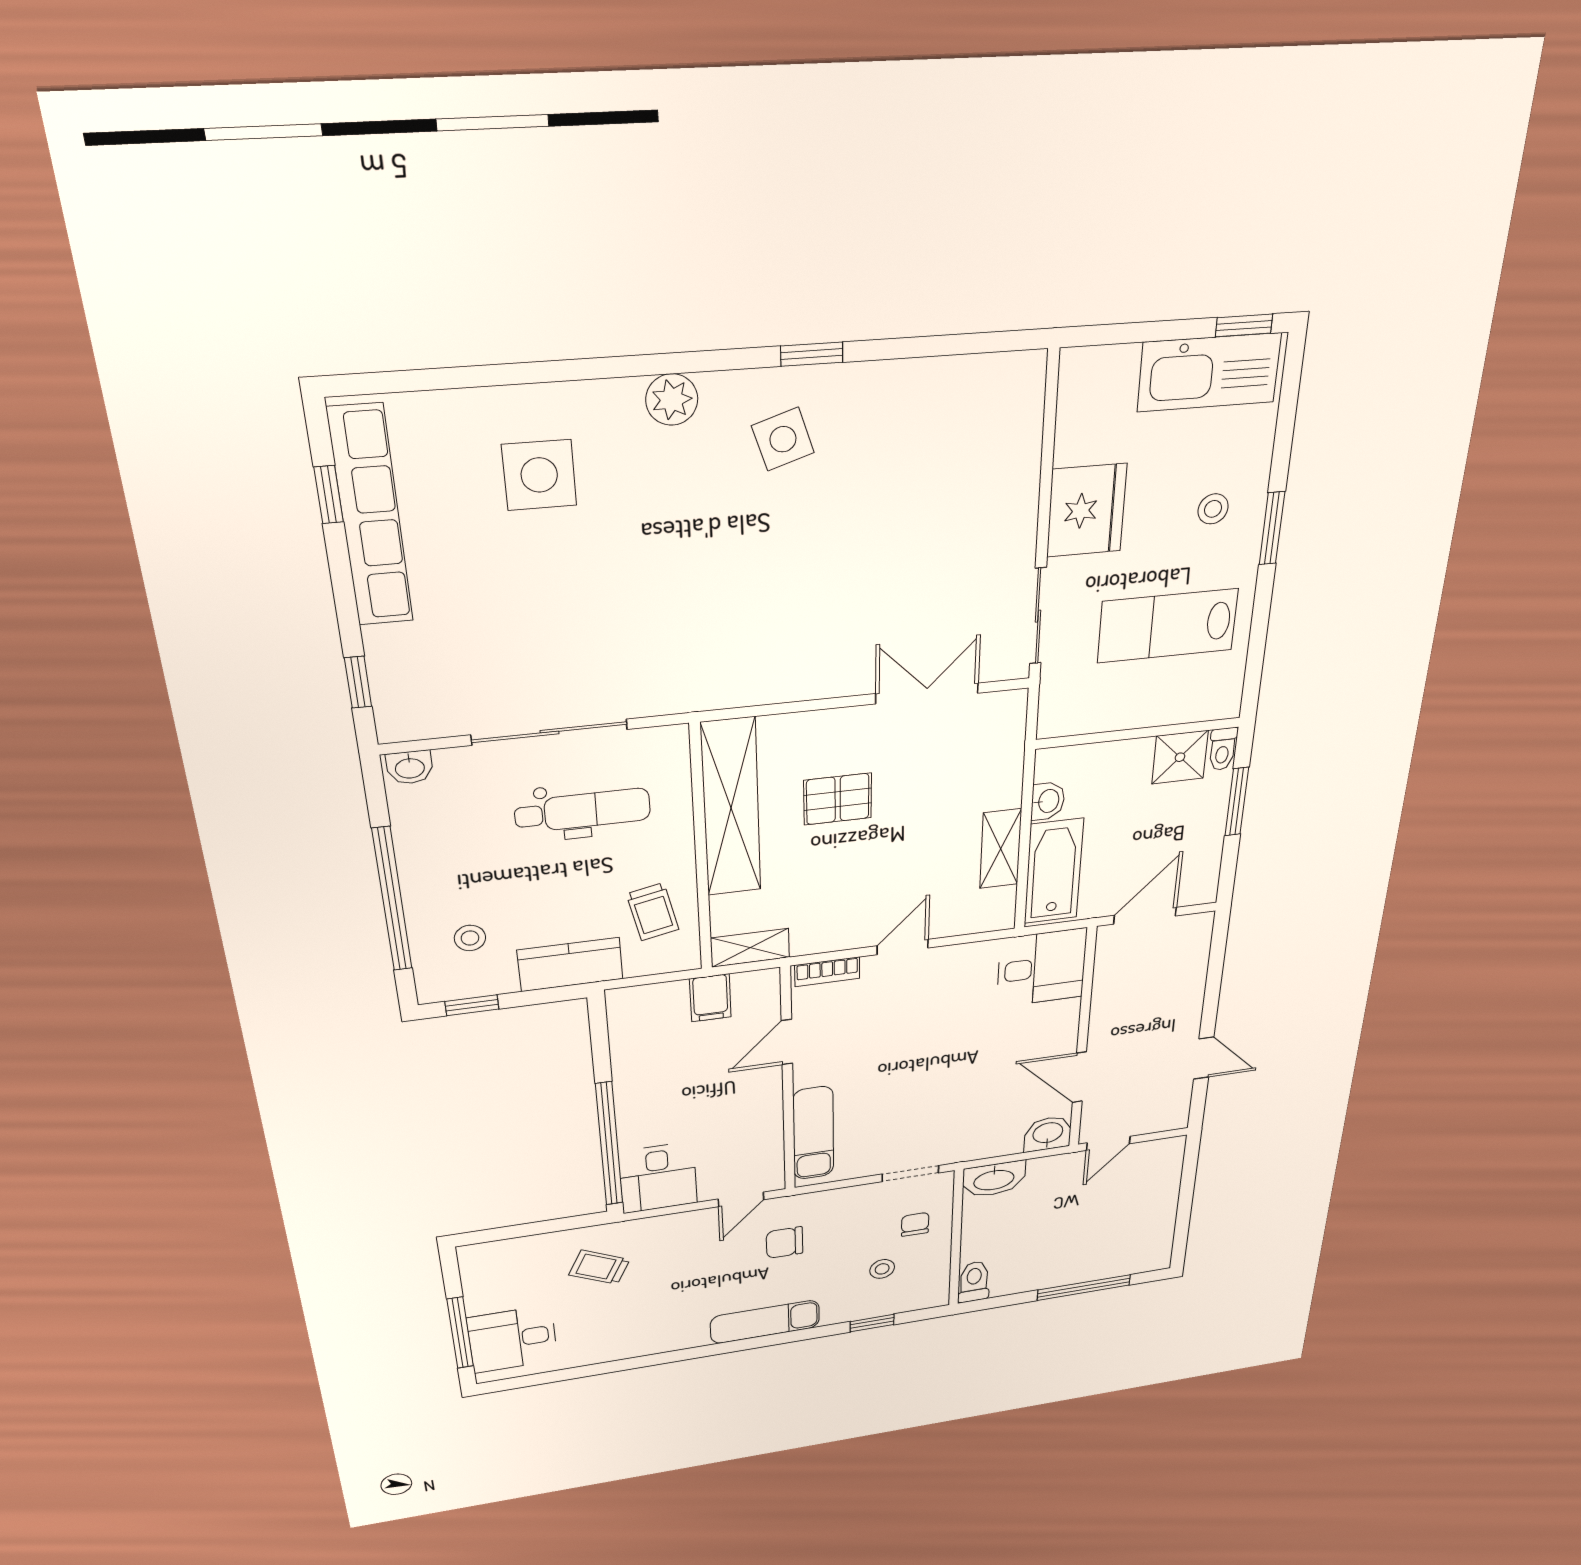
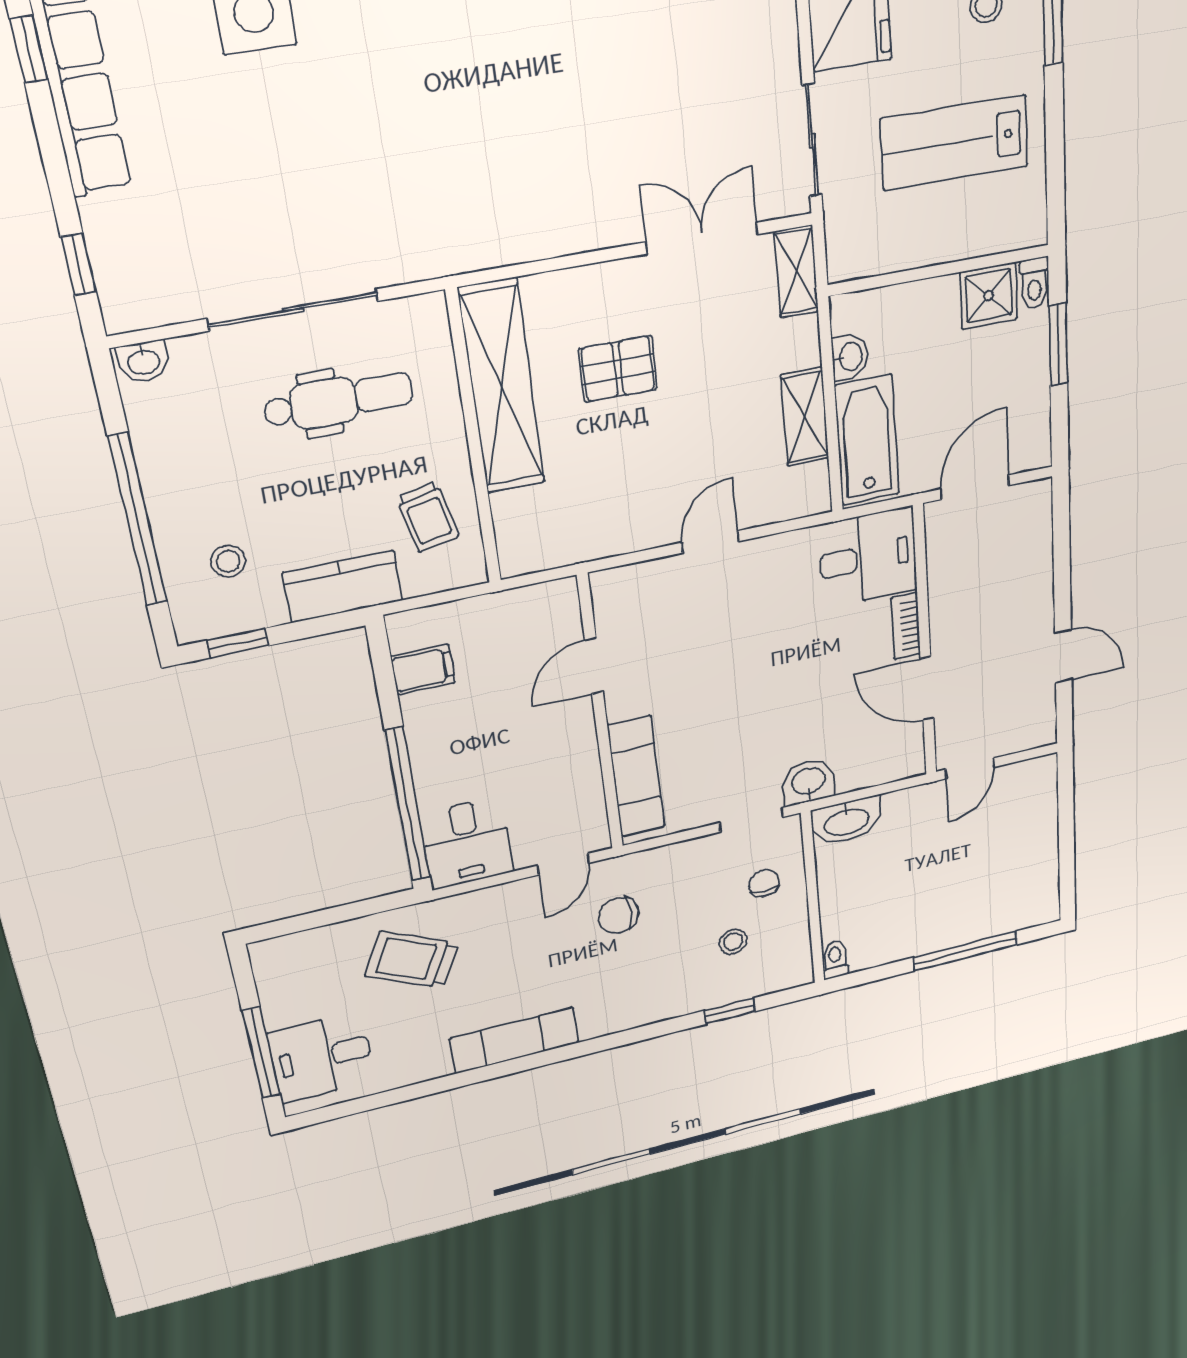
shelving: (750, 948) -> (796, 271), moved, turned 90
bookcase: (827, 972) -> (906, 626), moved, turned 90
filing cabinet: (710, 998) -> (423, 670), moved, turned -90
washbasin: (1048, 1134) -> (808, 782), moved
trolley: (599, 1267) -> (412, 960), width x1.36, depth x1.39
toilet: (974, 1282) -> (835, 959), width x0.73, depth x0.72
exam couch: (765, 1322) -> (514, 1041), moved

